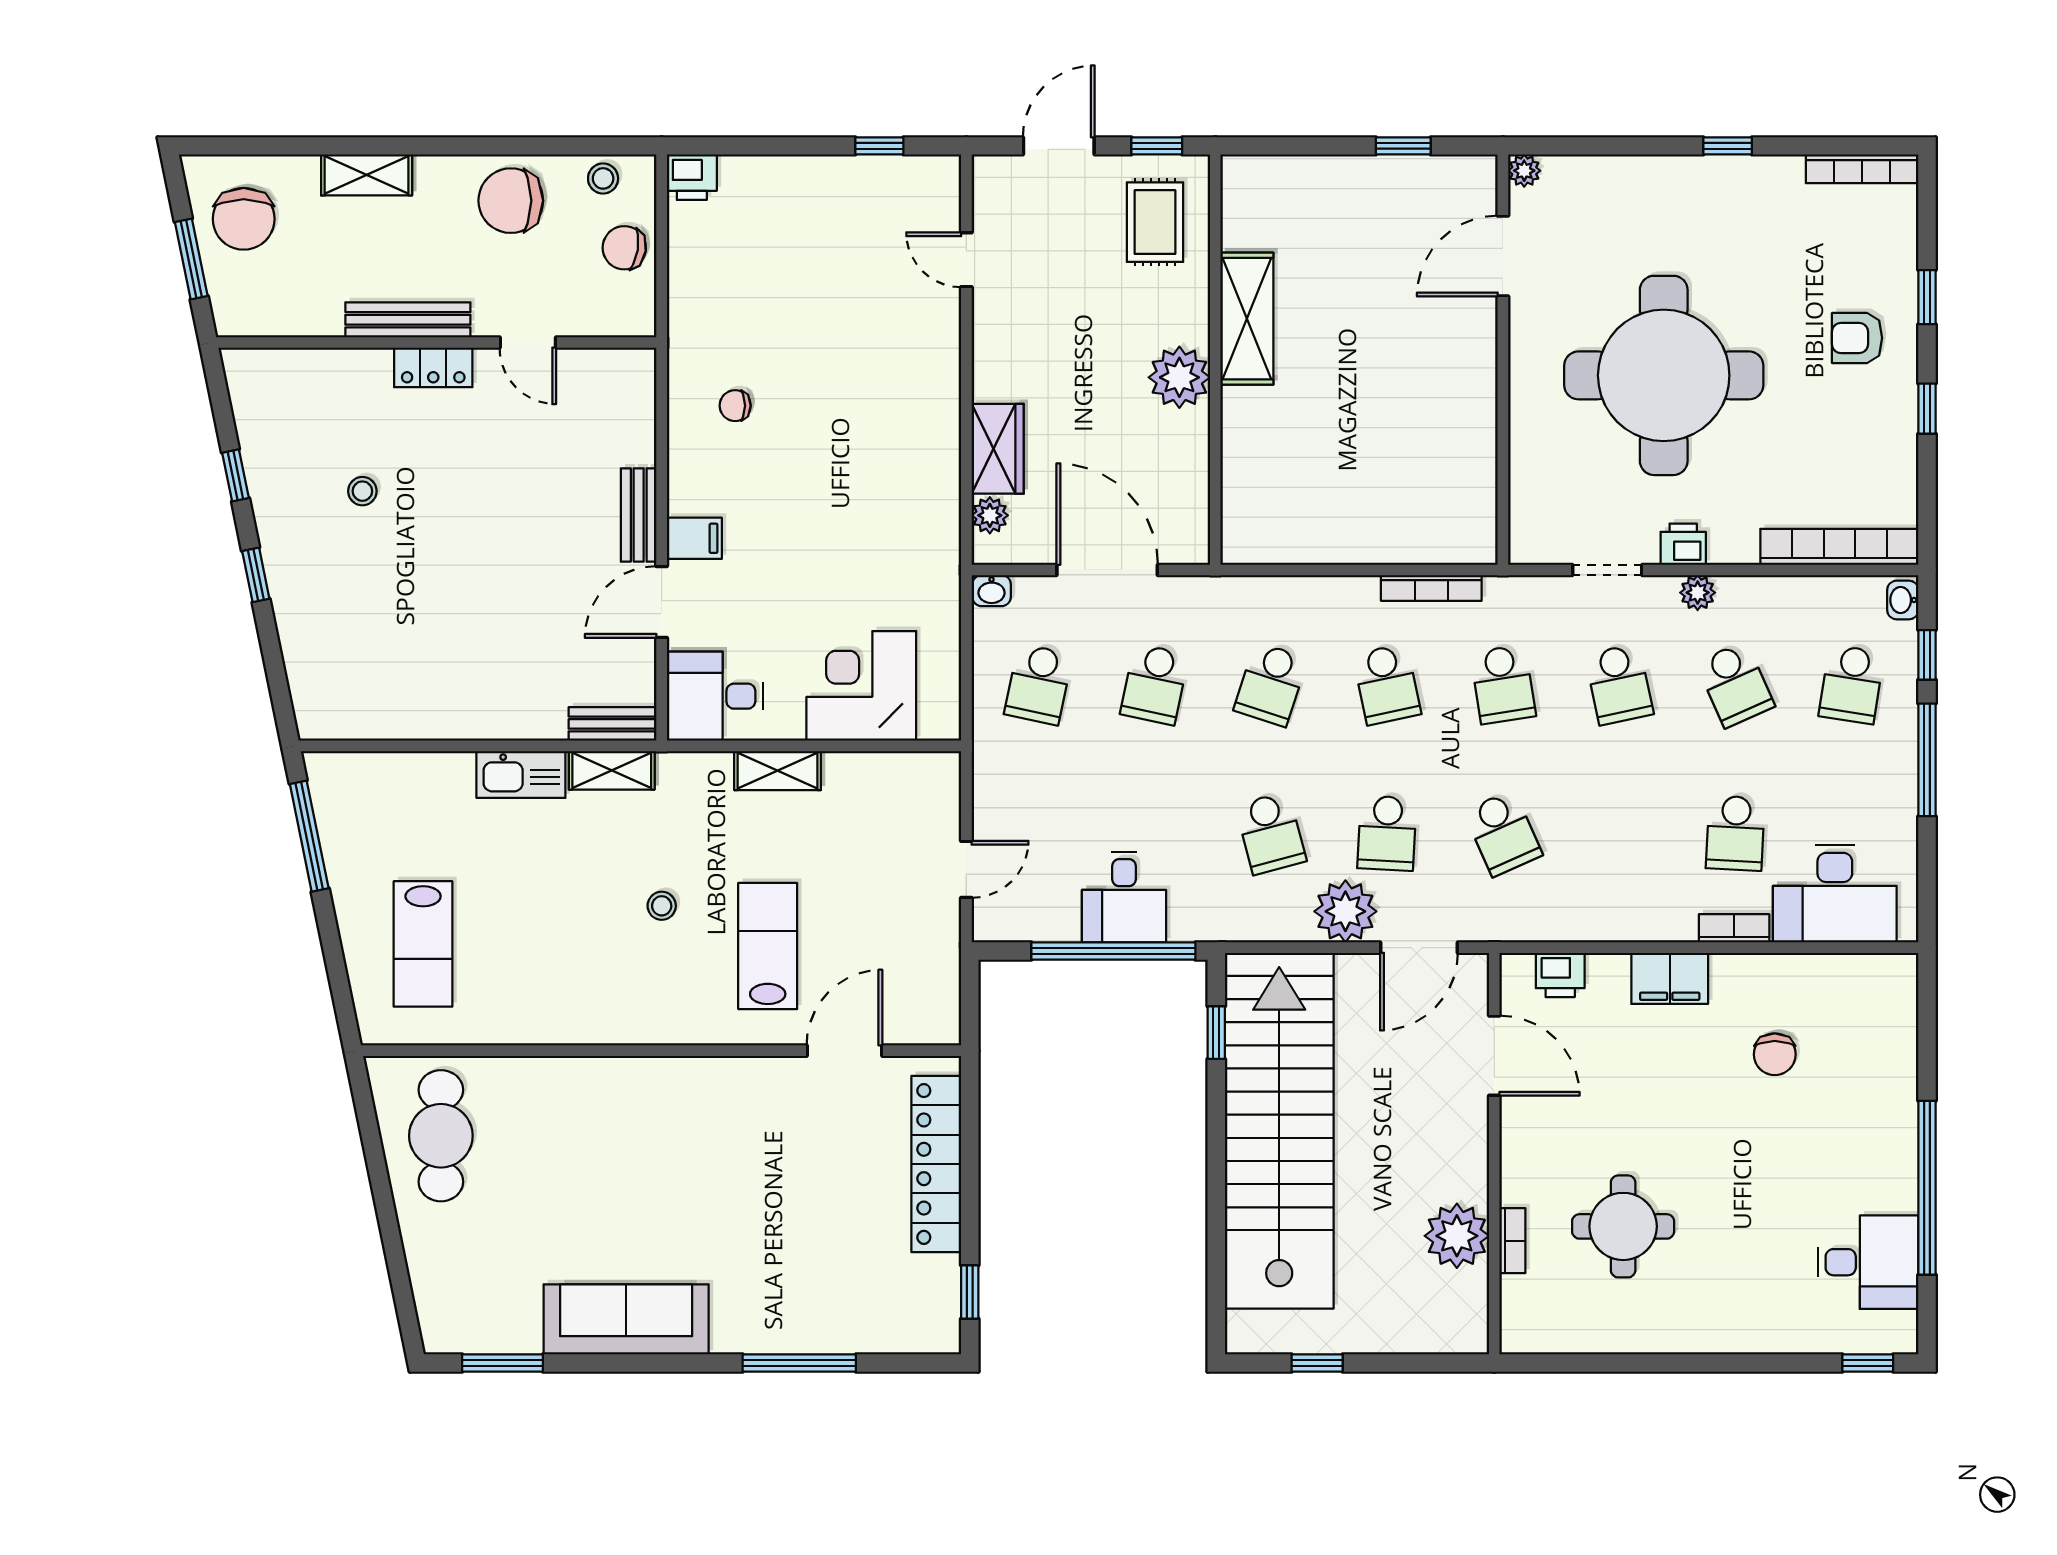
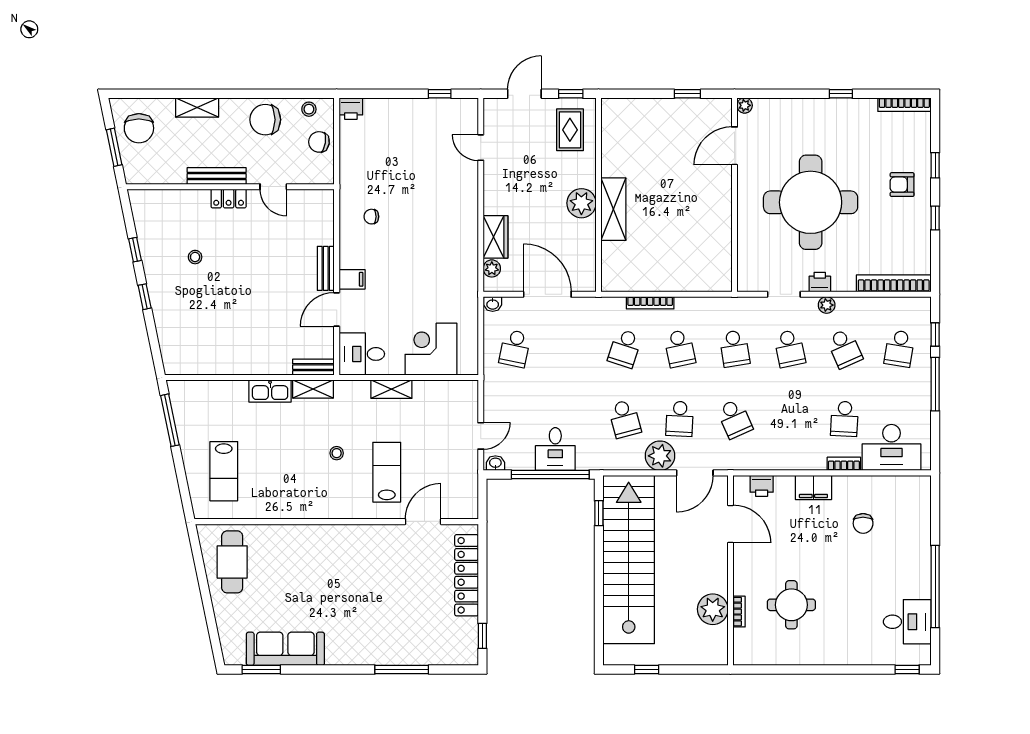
shelving: (1247, 319) -> (613, 209), moved
bookcase: (1431, 588) -> (650, 303), moved
washbasin: (1903, 600) -> (495, 463), moved, turned 90
school desk: (1155, 684) -> (570, 348), removed
sofa: (626, 1319) -> (285, 649), moved

